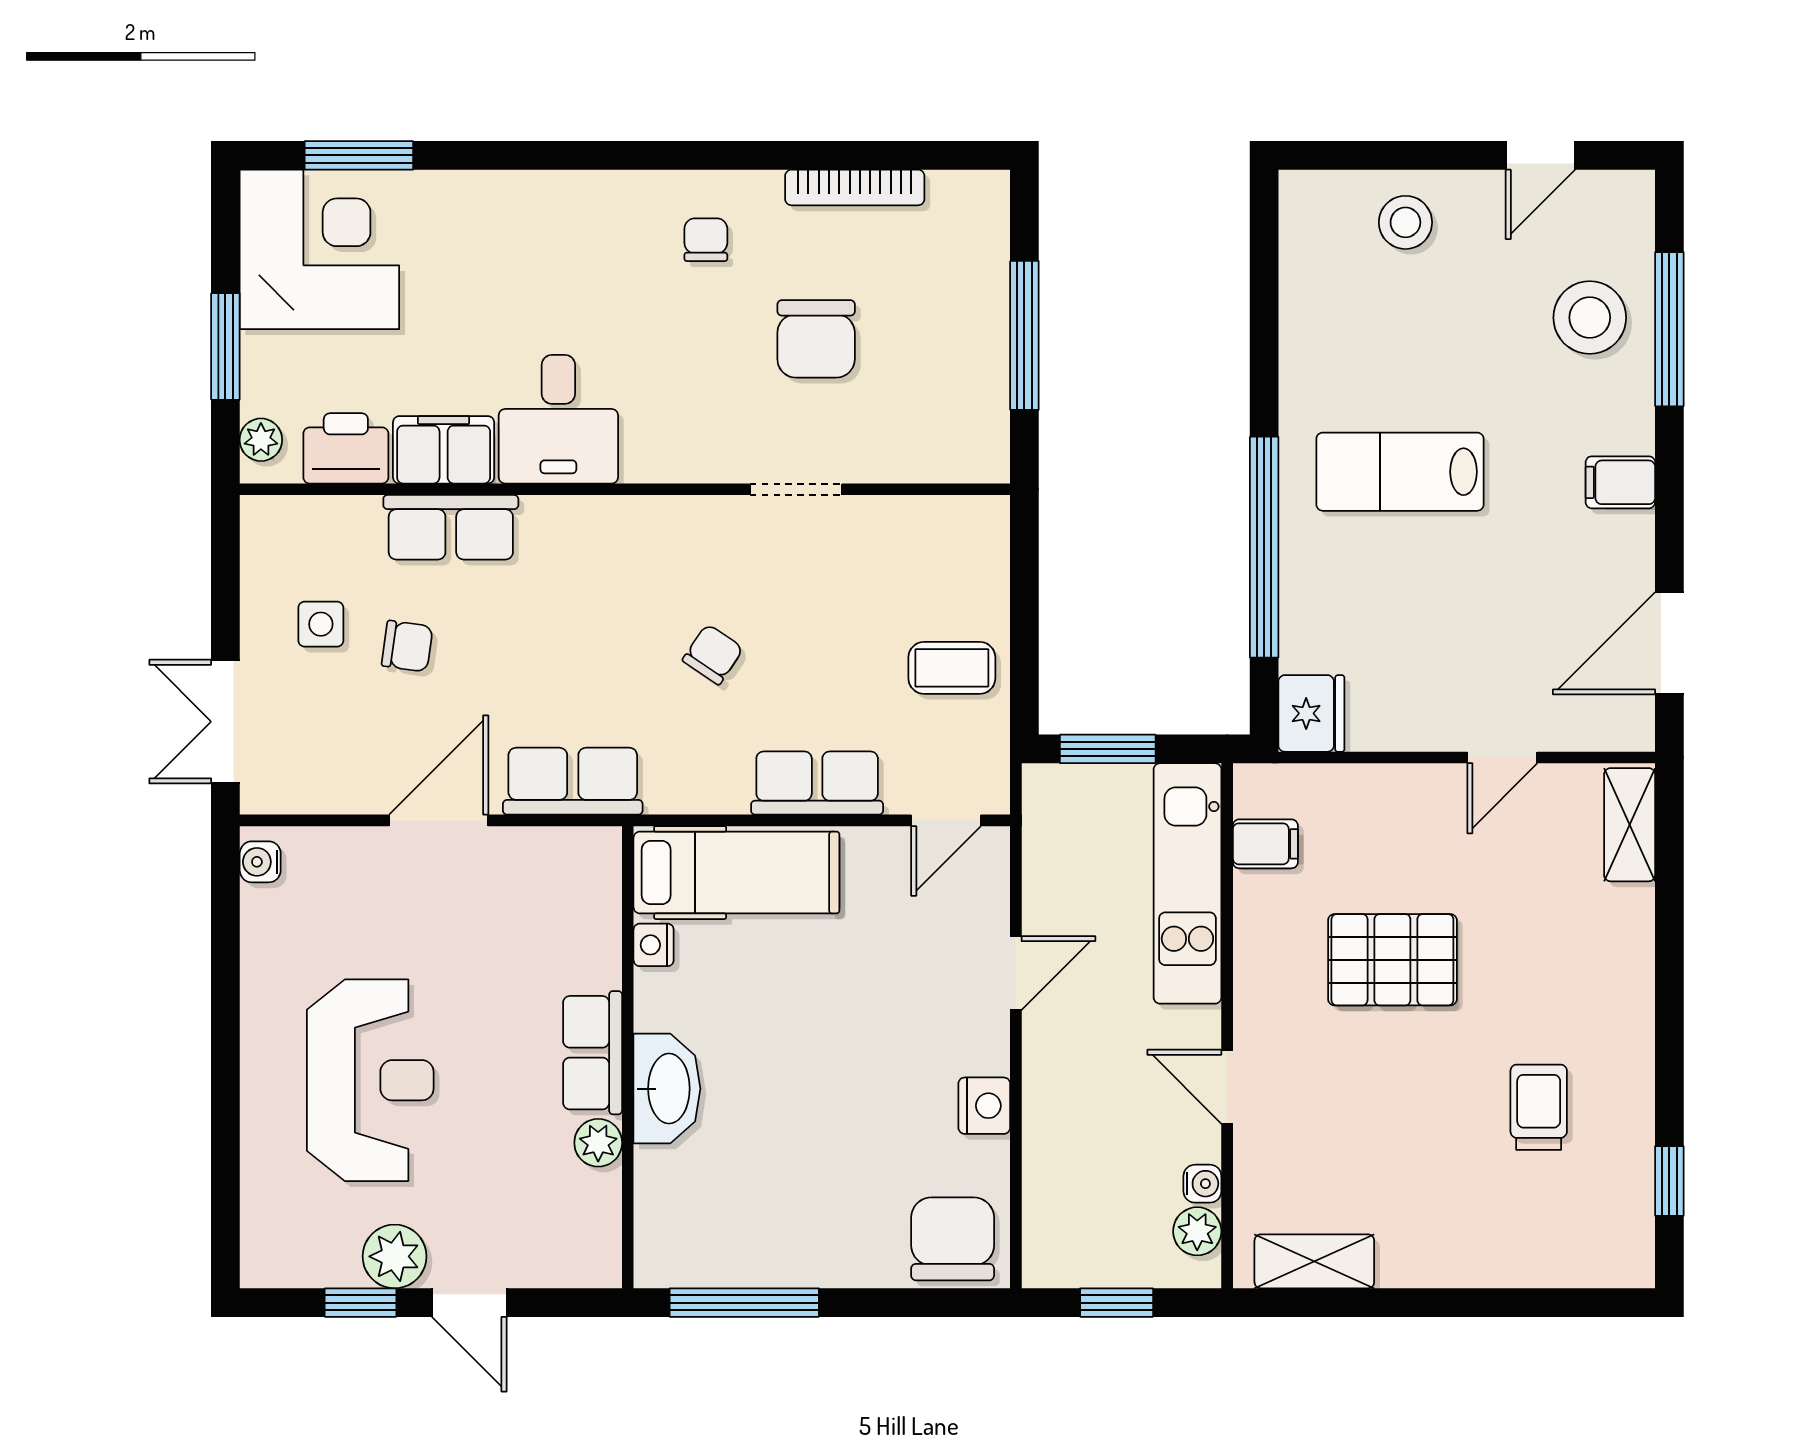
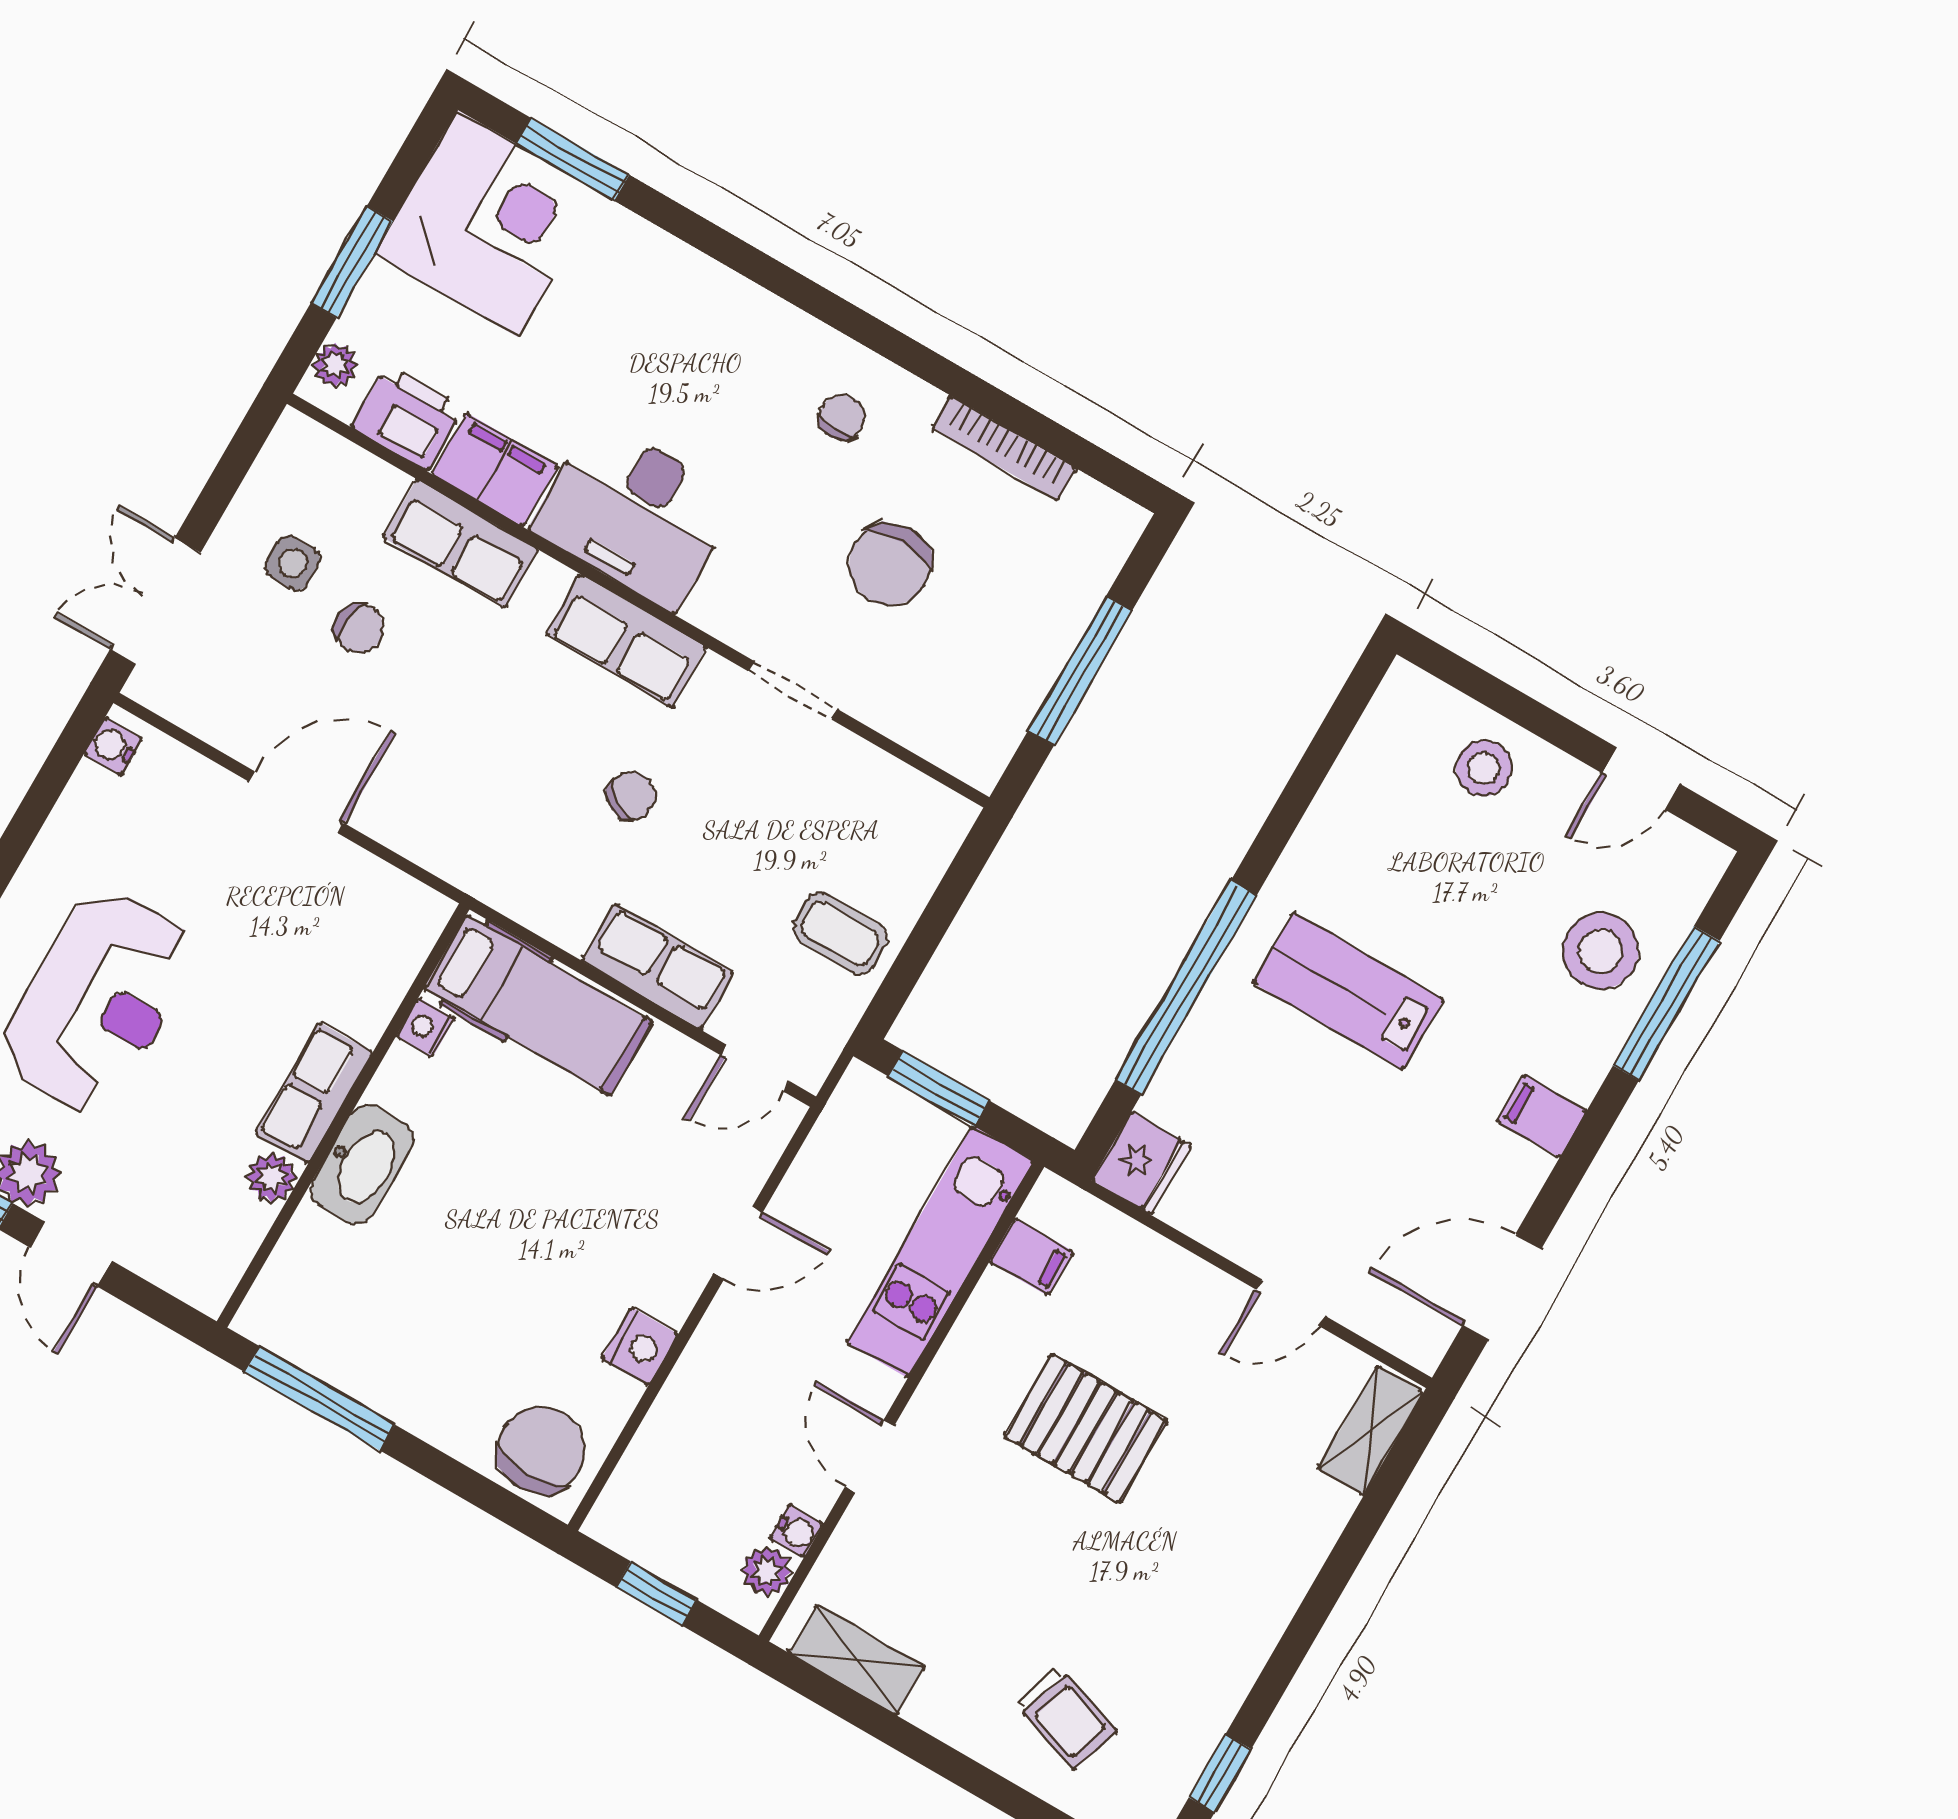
desk: (558, 419) -> (635, 514), width x1.37
row of seats: (573, 781) -> (626, 641), moved, turned 180
trolley: (1539, 1107) -> (1066, 1717), moved, turned 108

